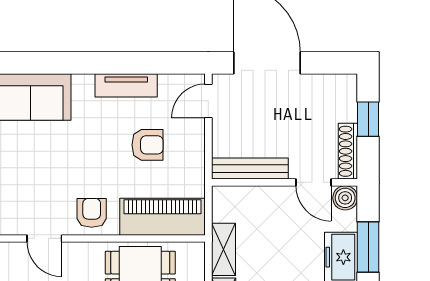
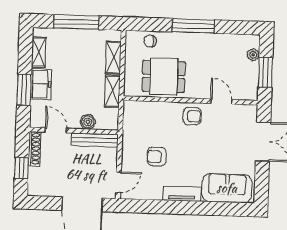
tv unit: (126, 85) -> (182, 194), moved
boiler: (345, 198) -> (88, 122), moved
armchair: (92, 213) -> (192, 116), turned -90
piano: (163, 217) -> (149, 112), removed

